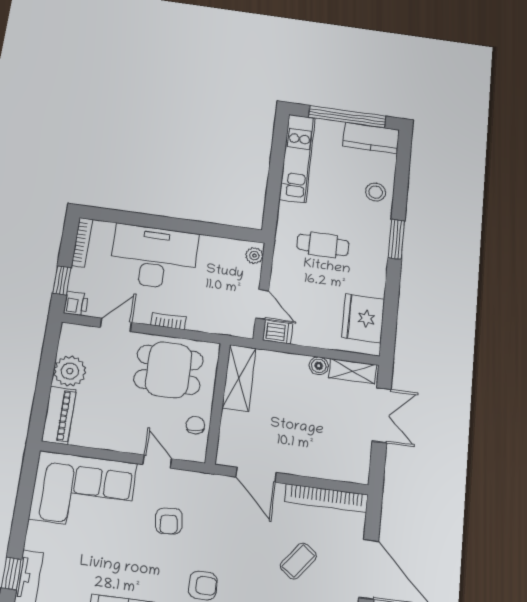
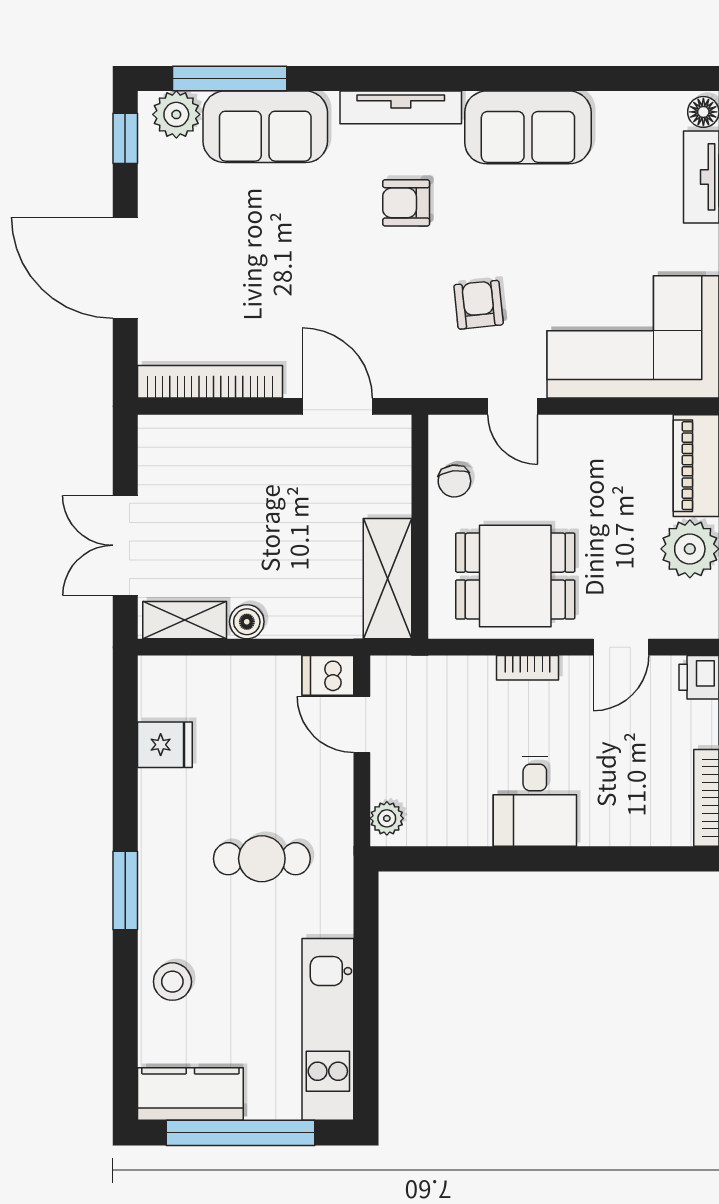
desk: (154, 257) -> (535, 802), width x0.53, depth x0.77
fridge: (363, 318) -> (165, 745), width x0.53, depth x0.75
coffee table: (298, 561) -> (248, 266), removed

